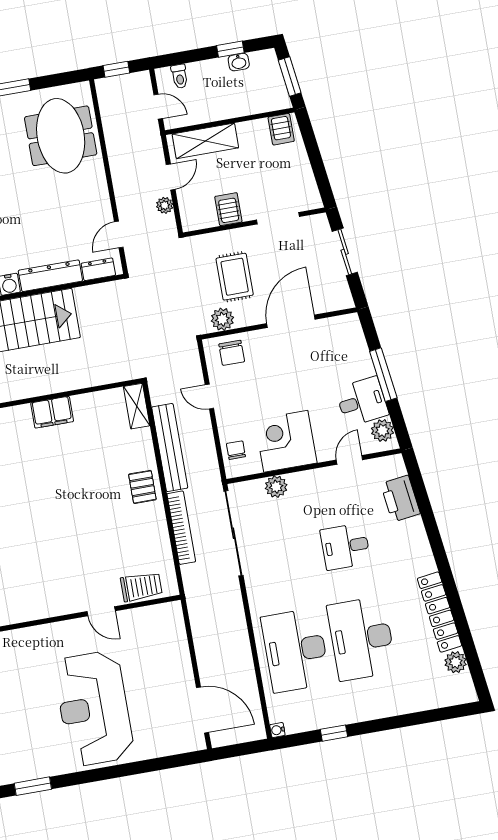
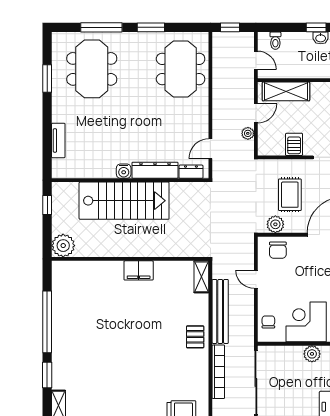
plant: (276, 487) -> (312, 354), moved

